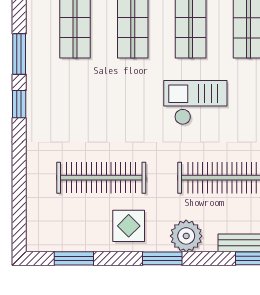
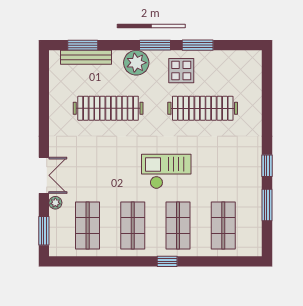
checkout: (195, 103) -> (166, 171), moved, turned 180
window: (74, 258) -> (198, 45), moved

